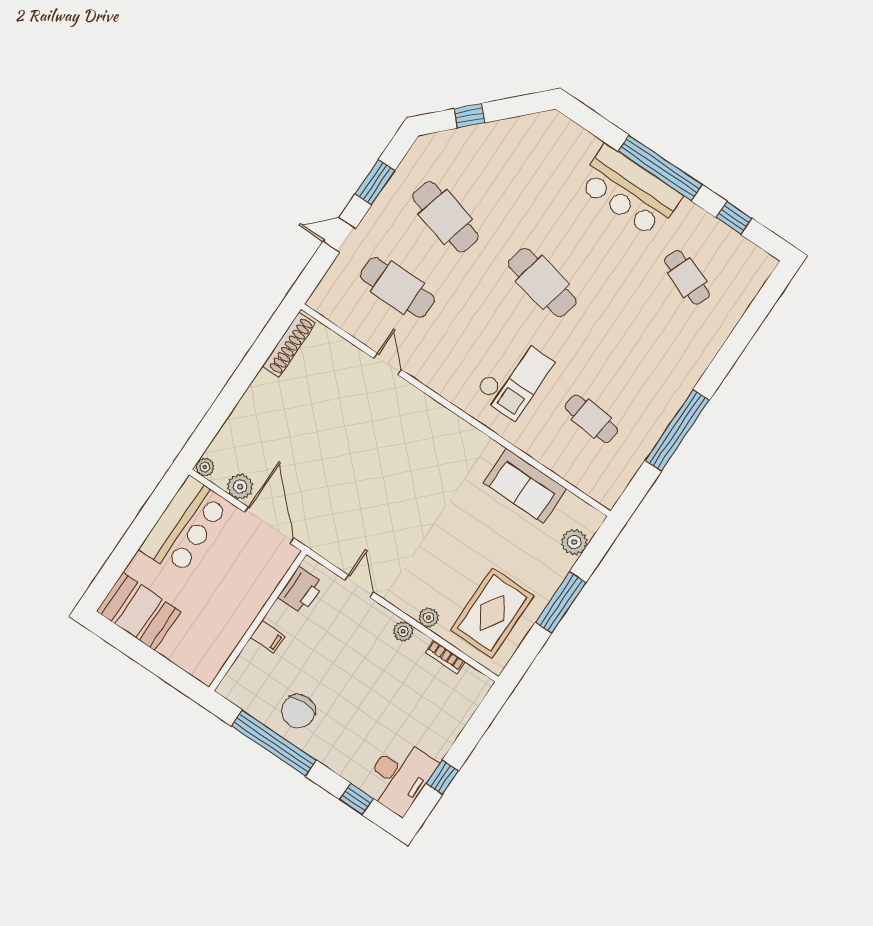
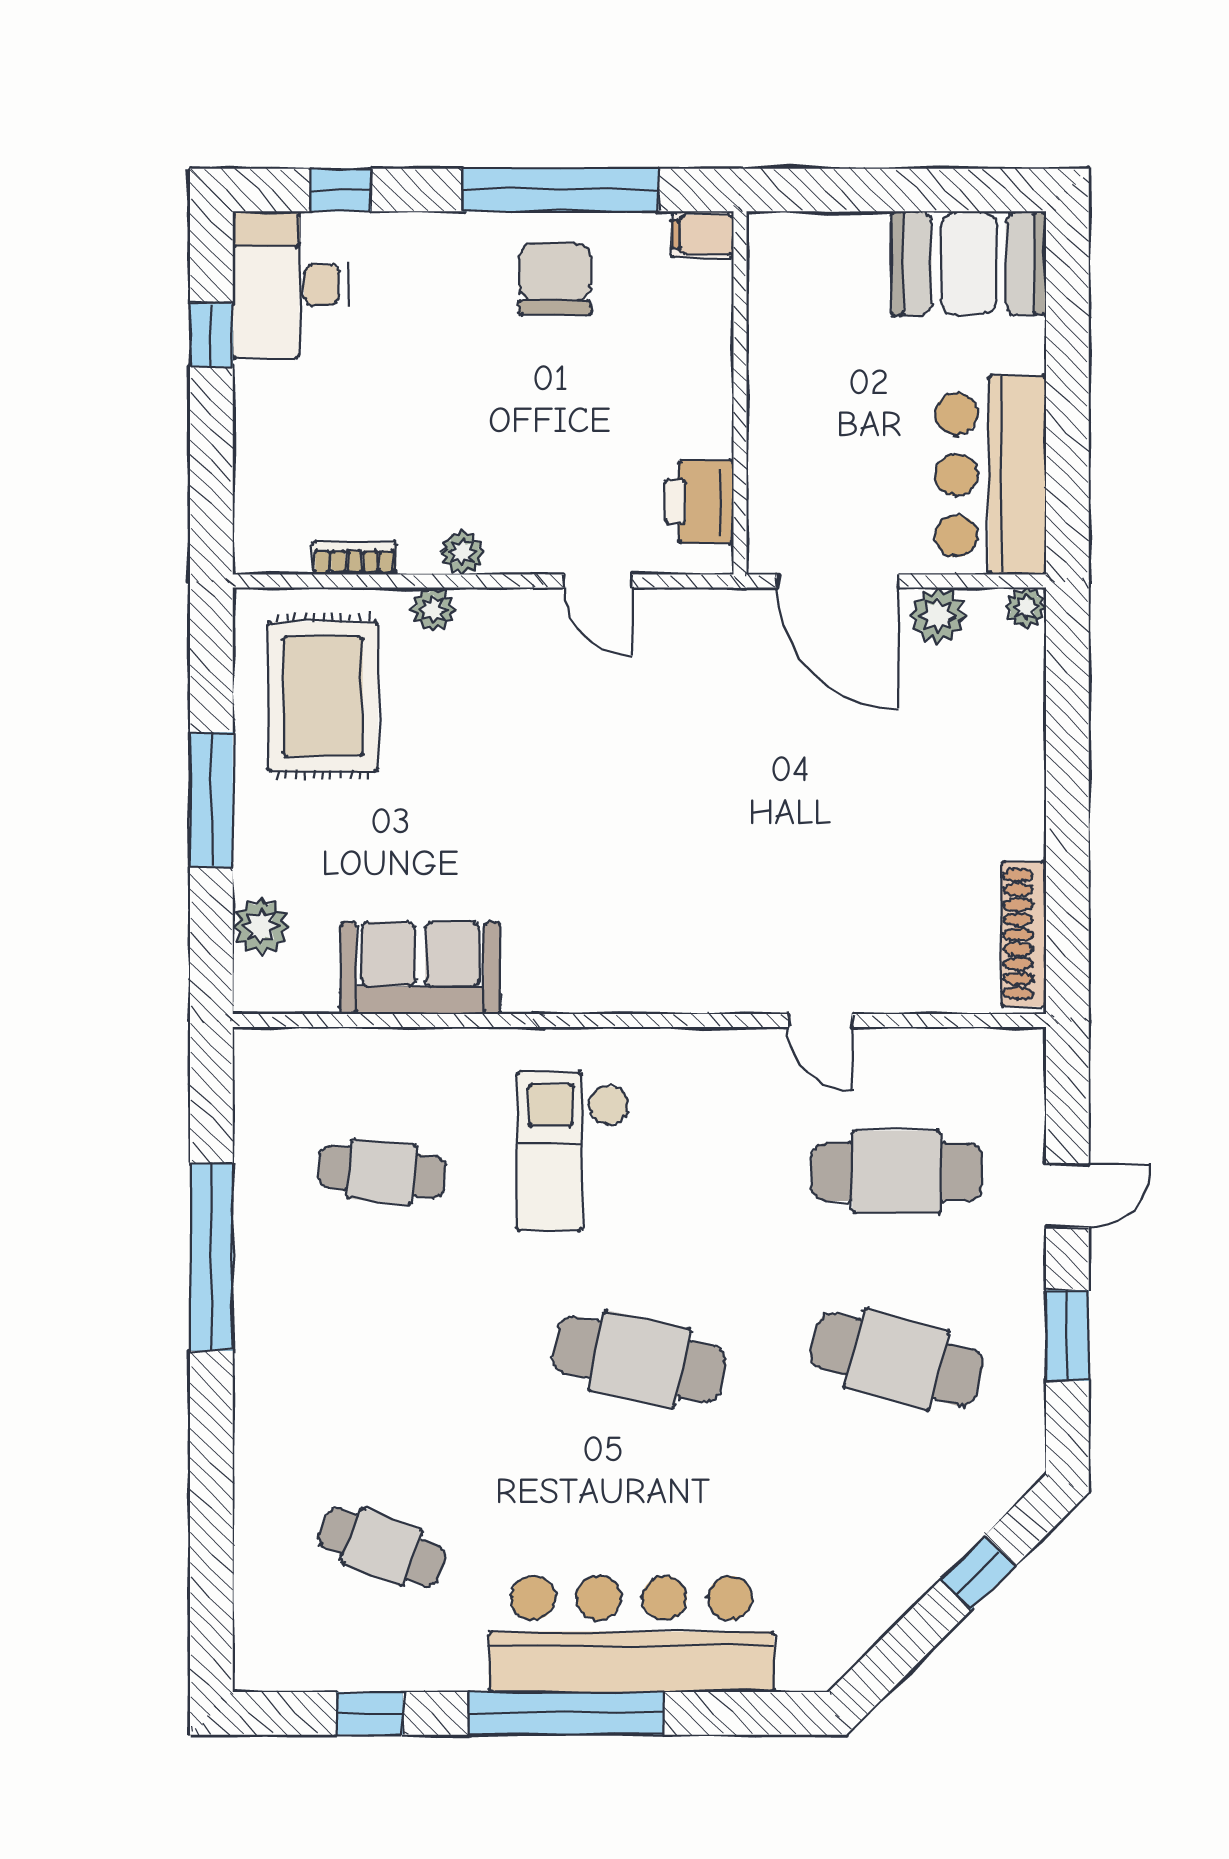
bar counter: (629, 191) -> (632, 1634), width x1.36
filing cabinet: (268, 637) -> (703, 234), moved

